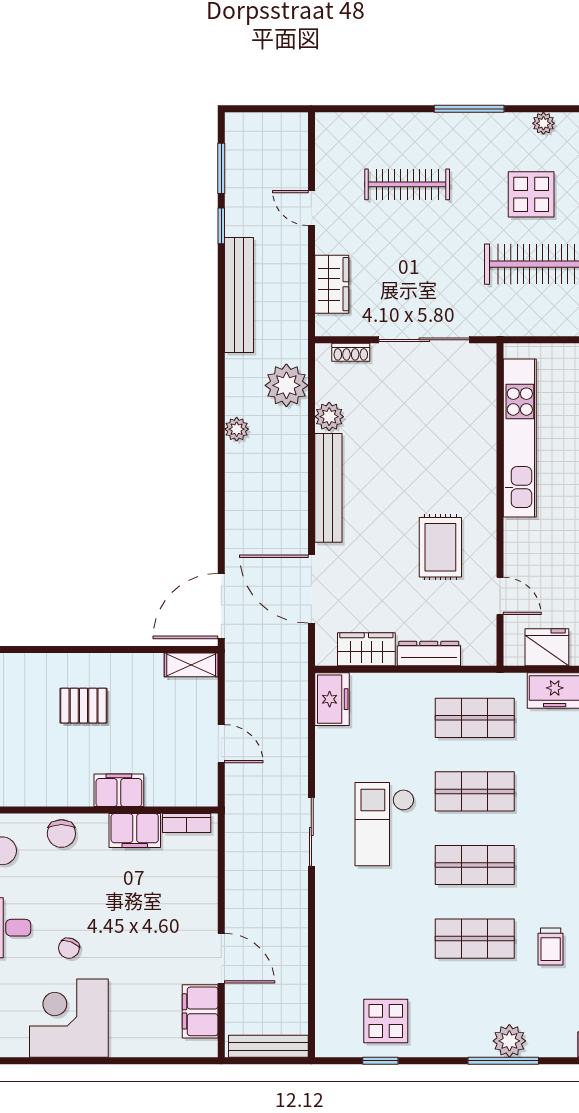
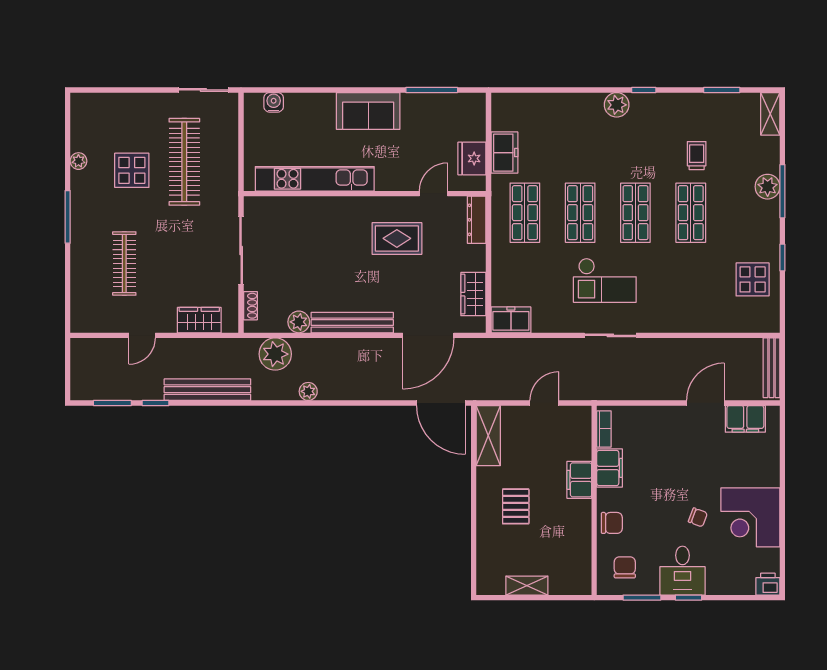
dresser: (429, 654) -> (477, 220), moved
shelving: (191, 665) -> (488, 436), width x1.50, depth x1.33
trolley: (551, 947) -> (697, 156), turned -90
window: (380, 1061) -> (782, 258), moved

